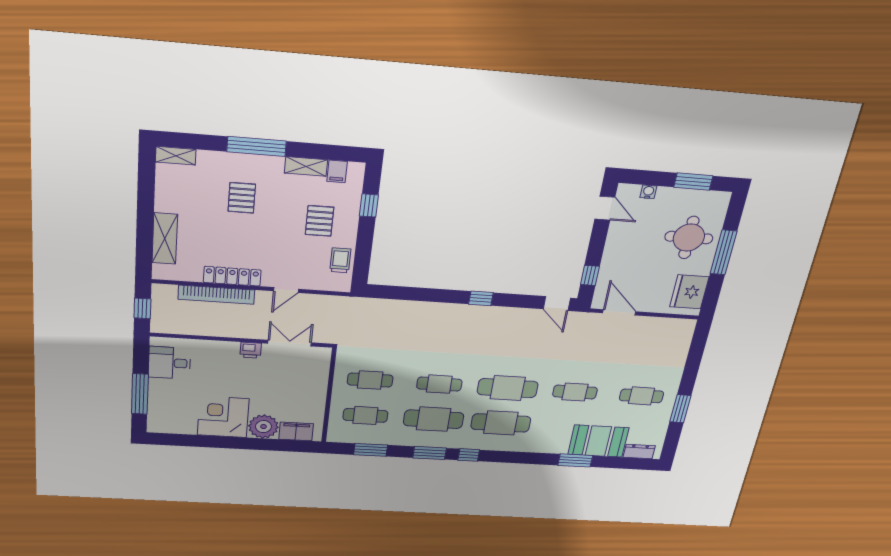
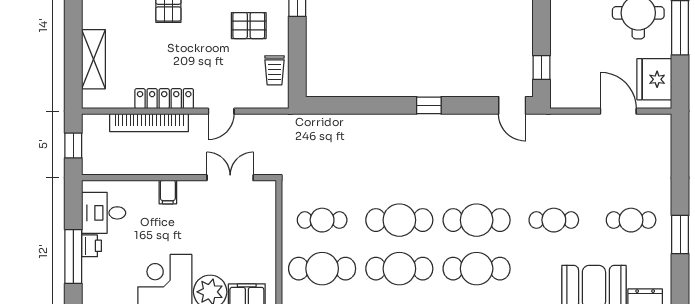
pallet: (319, 221) -> (249, 26), turned 90
trolley: (340, 260) -> (274, 70), turned 180
door: (619, 312) -> (618, 111), moved
filing cabinet: (231, 350) -> (168, 192), added
printer: (251, 350) -> (92, 246), moved, turned -90
cafe table: (439, 384) -> (399, 220), width x1.37, depth x1.35
cafe table: (365, 415) -> (322, 269), width x1.37, depth x1.35

